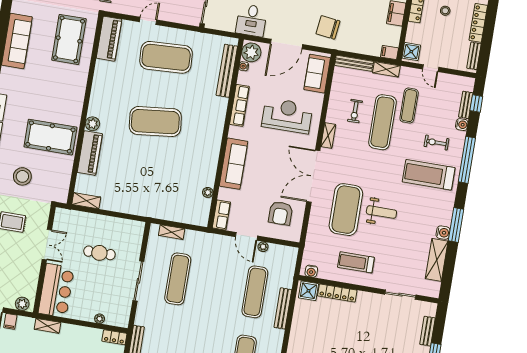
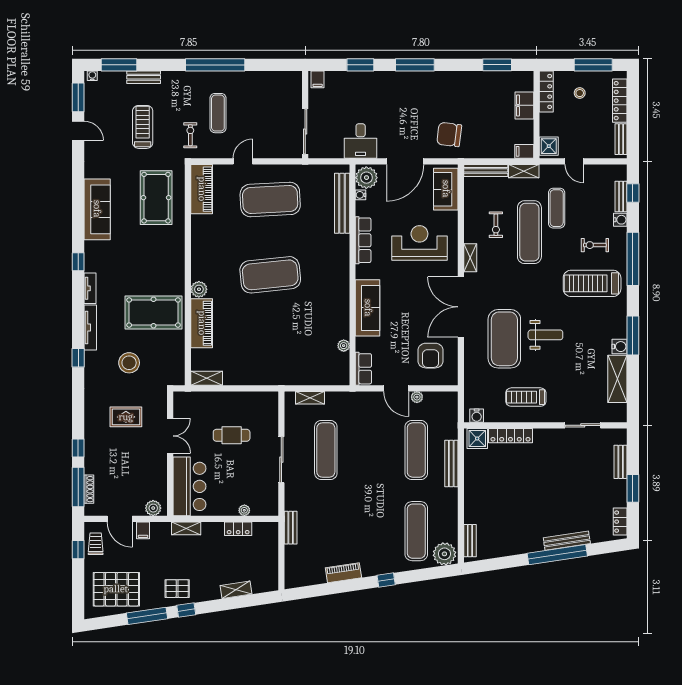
locker: (114, 337) -> (238, 529), moved

